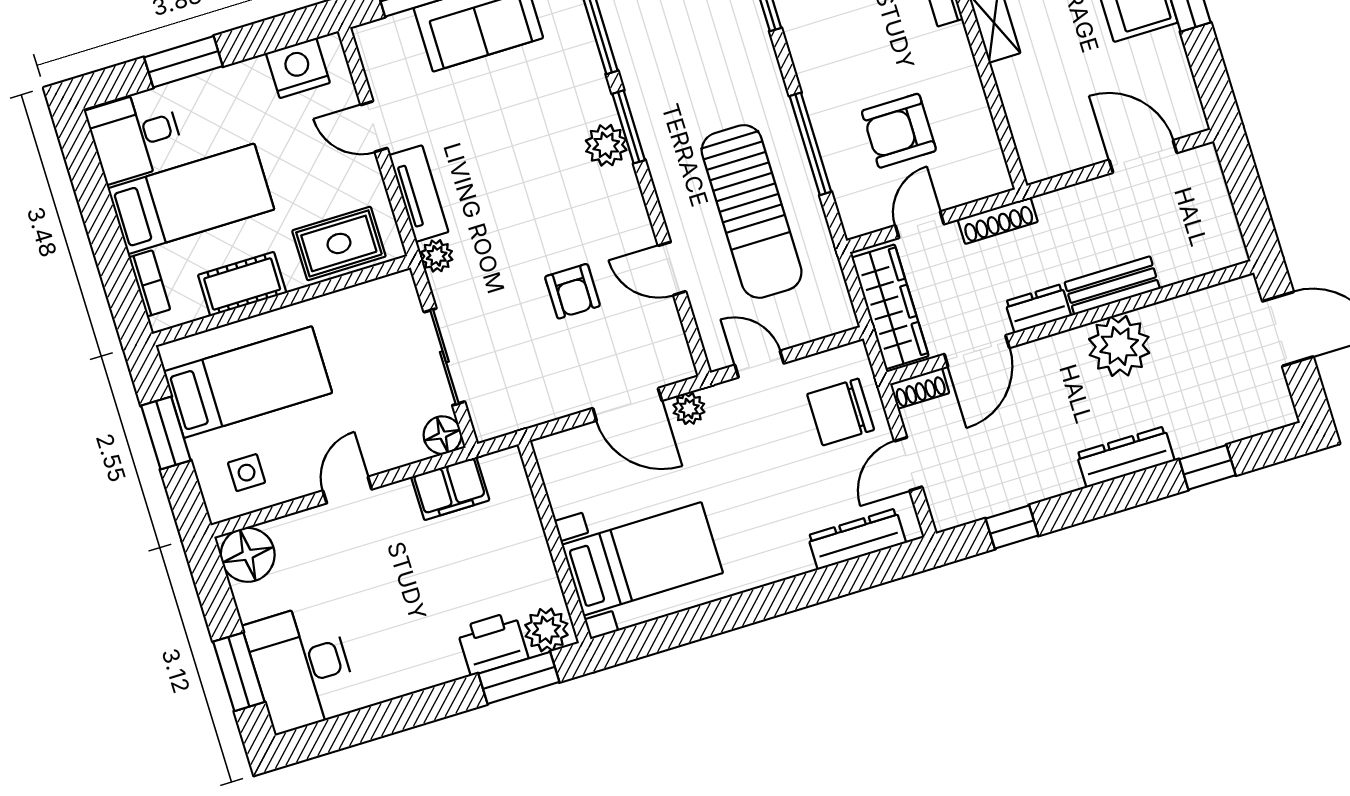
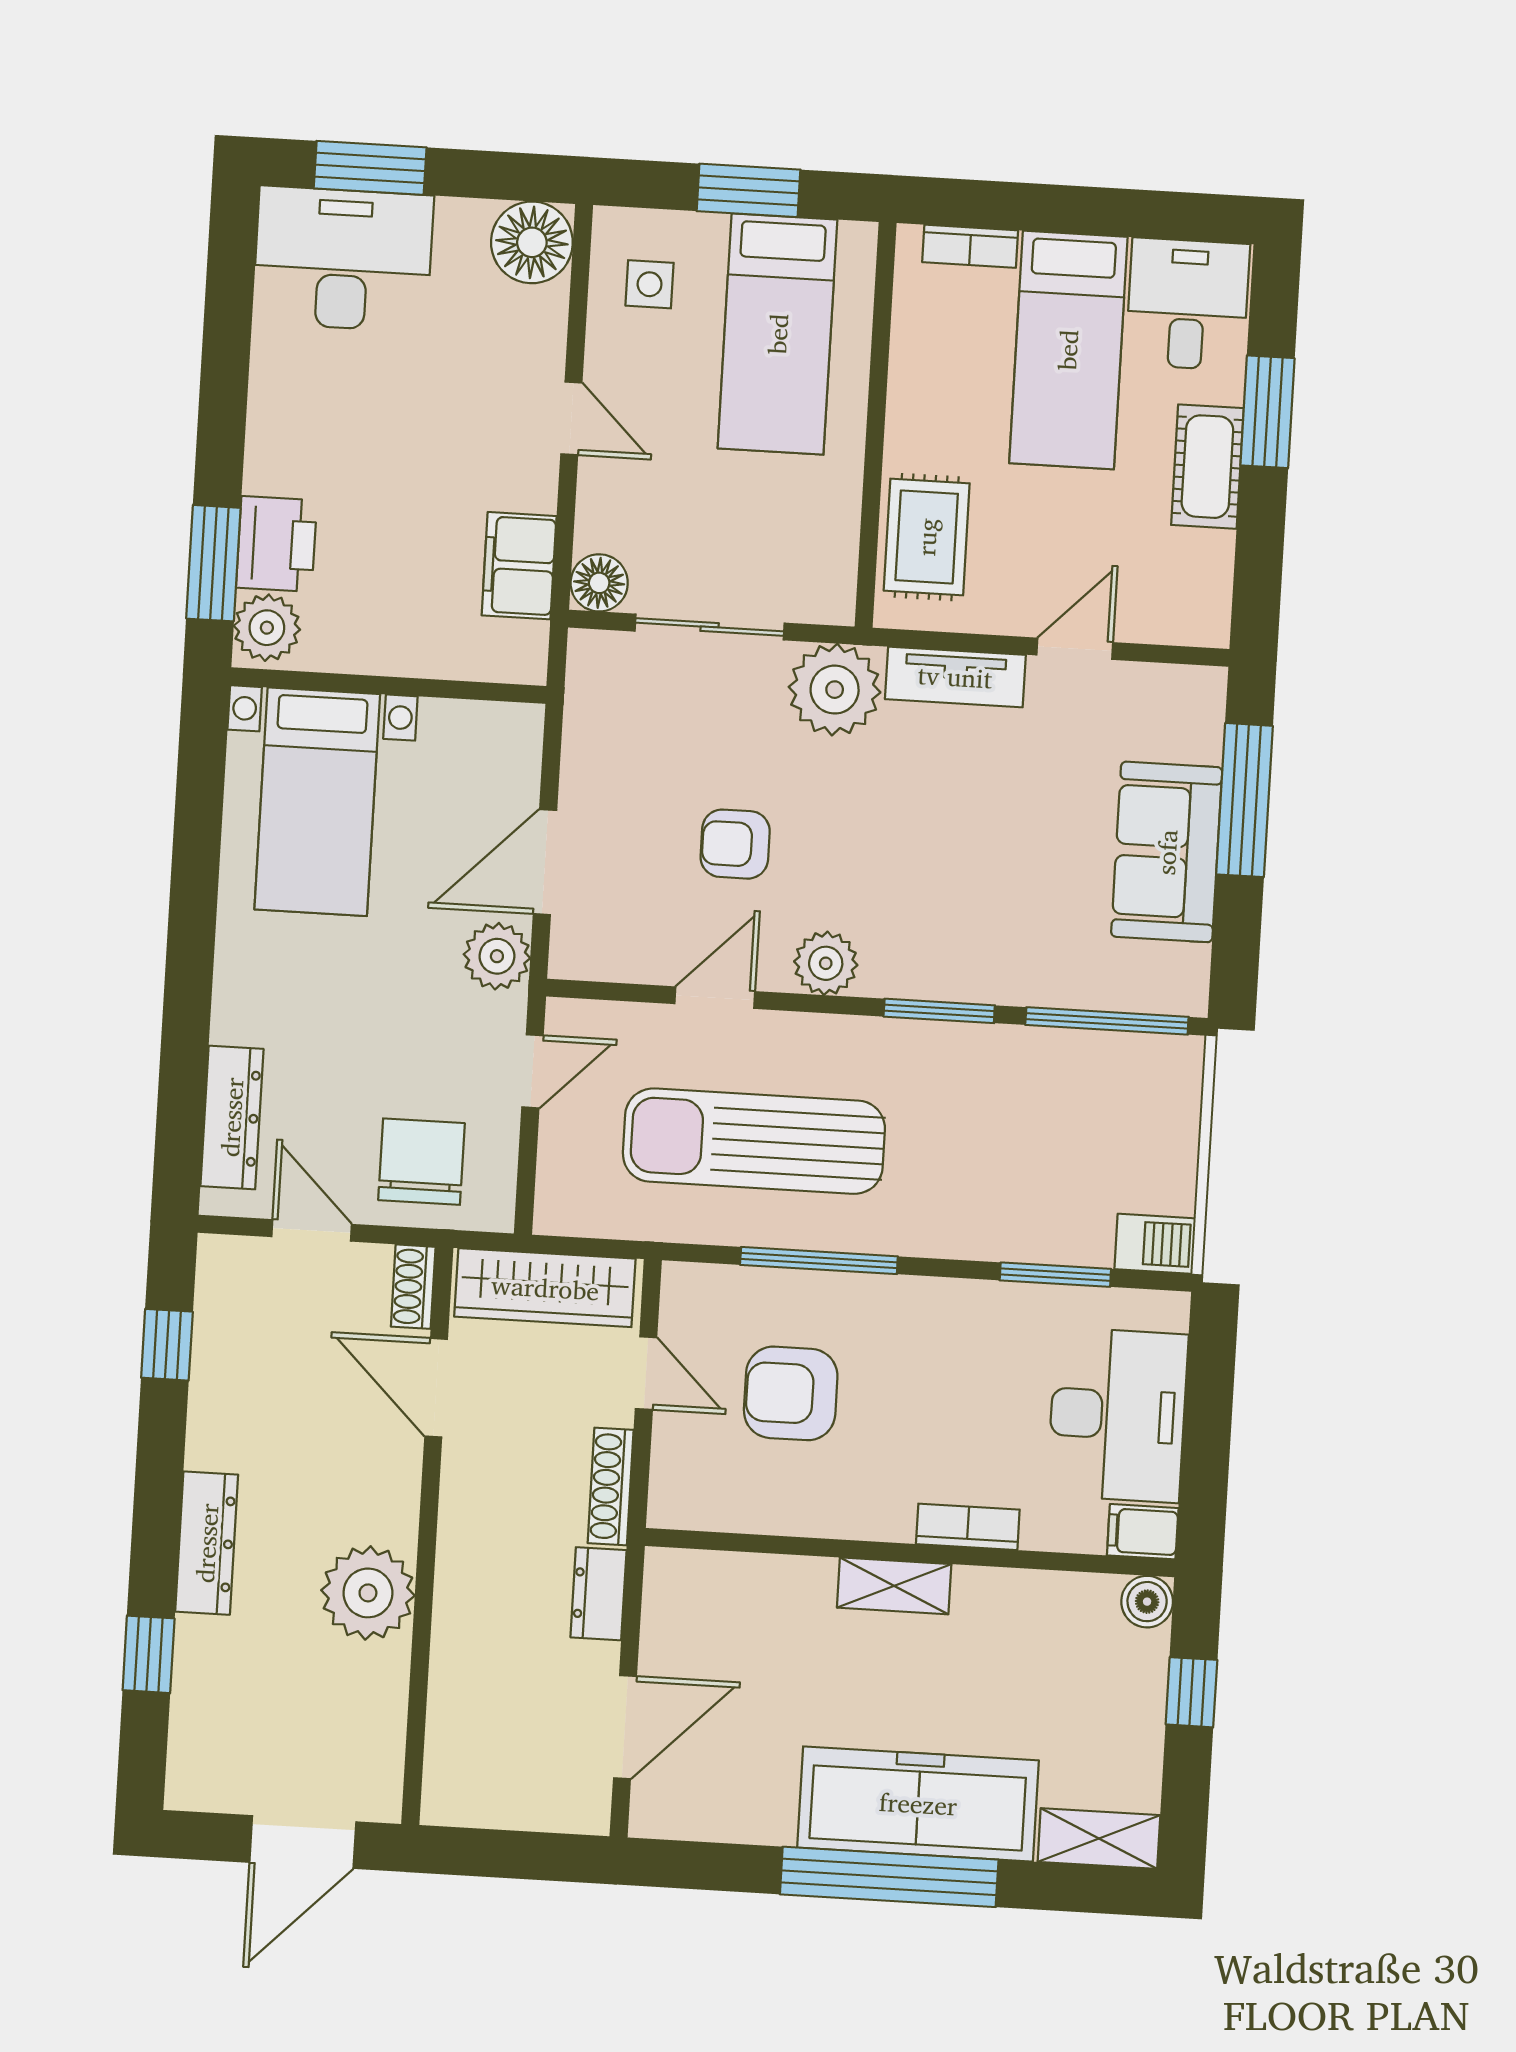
nightstand: (298, 68) -> (1198, 571), removed
armchair: (899, 131) -> (791, 1393), turned -90
plant: (606, 145) -> (826, 963), moved
plant: (437, 256) -> (835, 690), width x1.87, depth x1.87
cot: (242, 284) -> (1207, 467), moved
bench: (1112, 286) -> (458, 1615), removed
dresser: (1038, 309) -> (599, 1594), moved, turned 180
plant: (689, 409) -> (497, 956), width x1.38, depth x1.38

